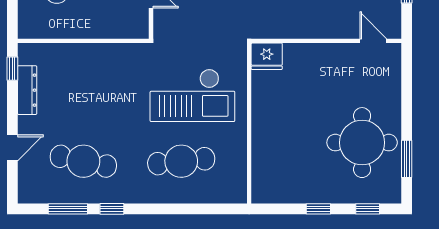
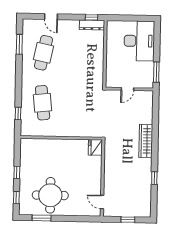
door: (373, 41) -> (102, 202), swing flipped
dresser: (27, 90) -> (92, 25), moved
checkout: (192, 95) -> (76, 109), removed
window: (112, 209) -> (18, 113), moved

